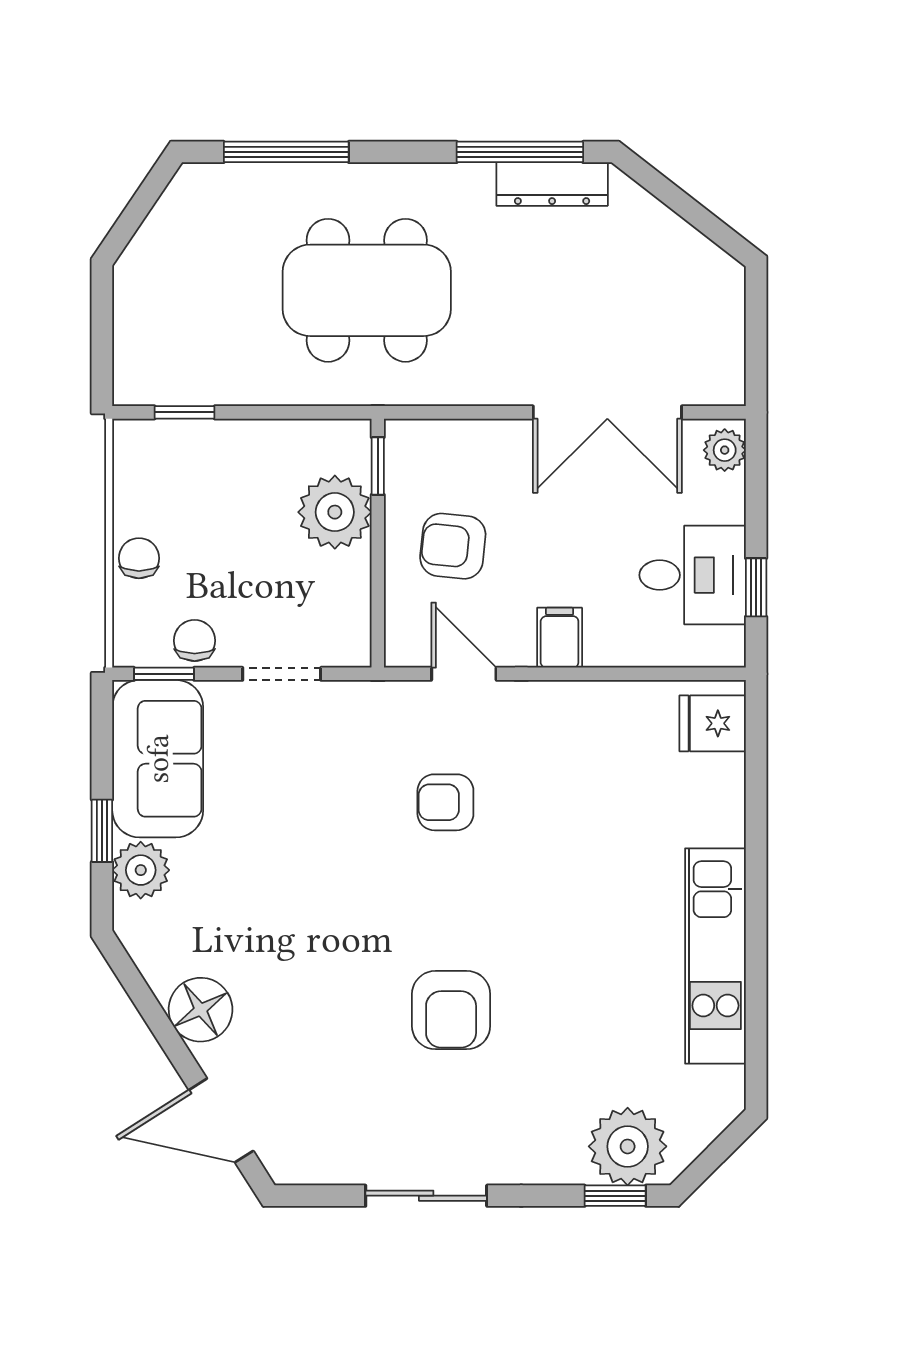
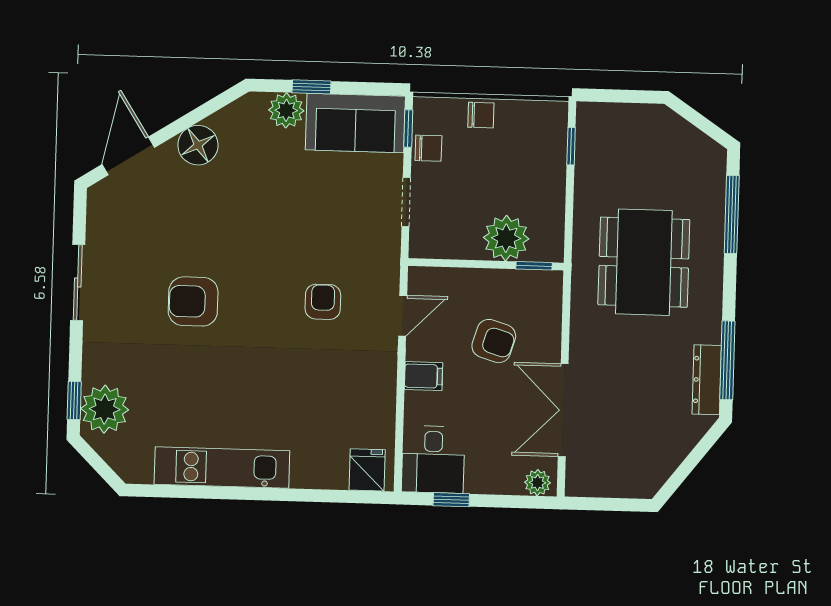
armchair: (453, 546) -> (494, 341), moved, turned 101
desk: (693, 575) -> (433, 459), moved

